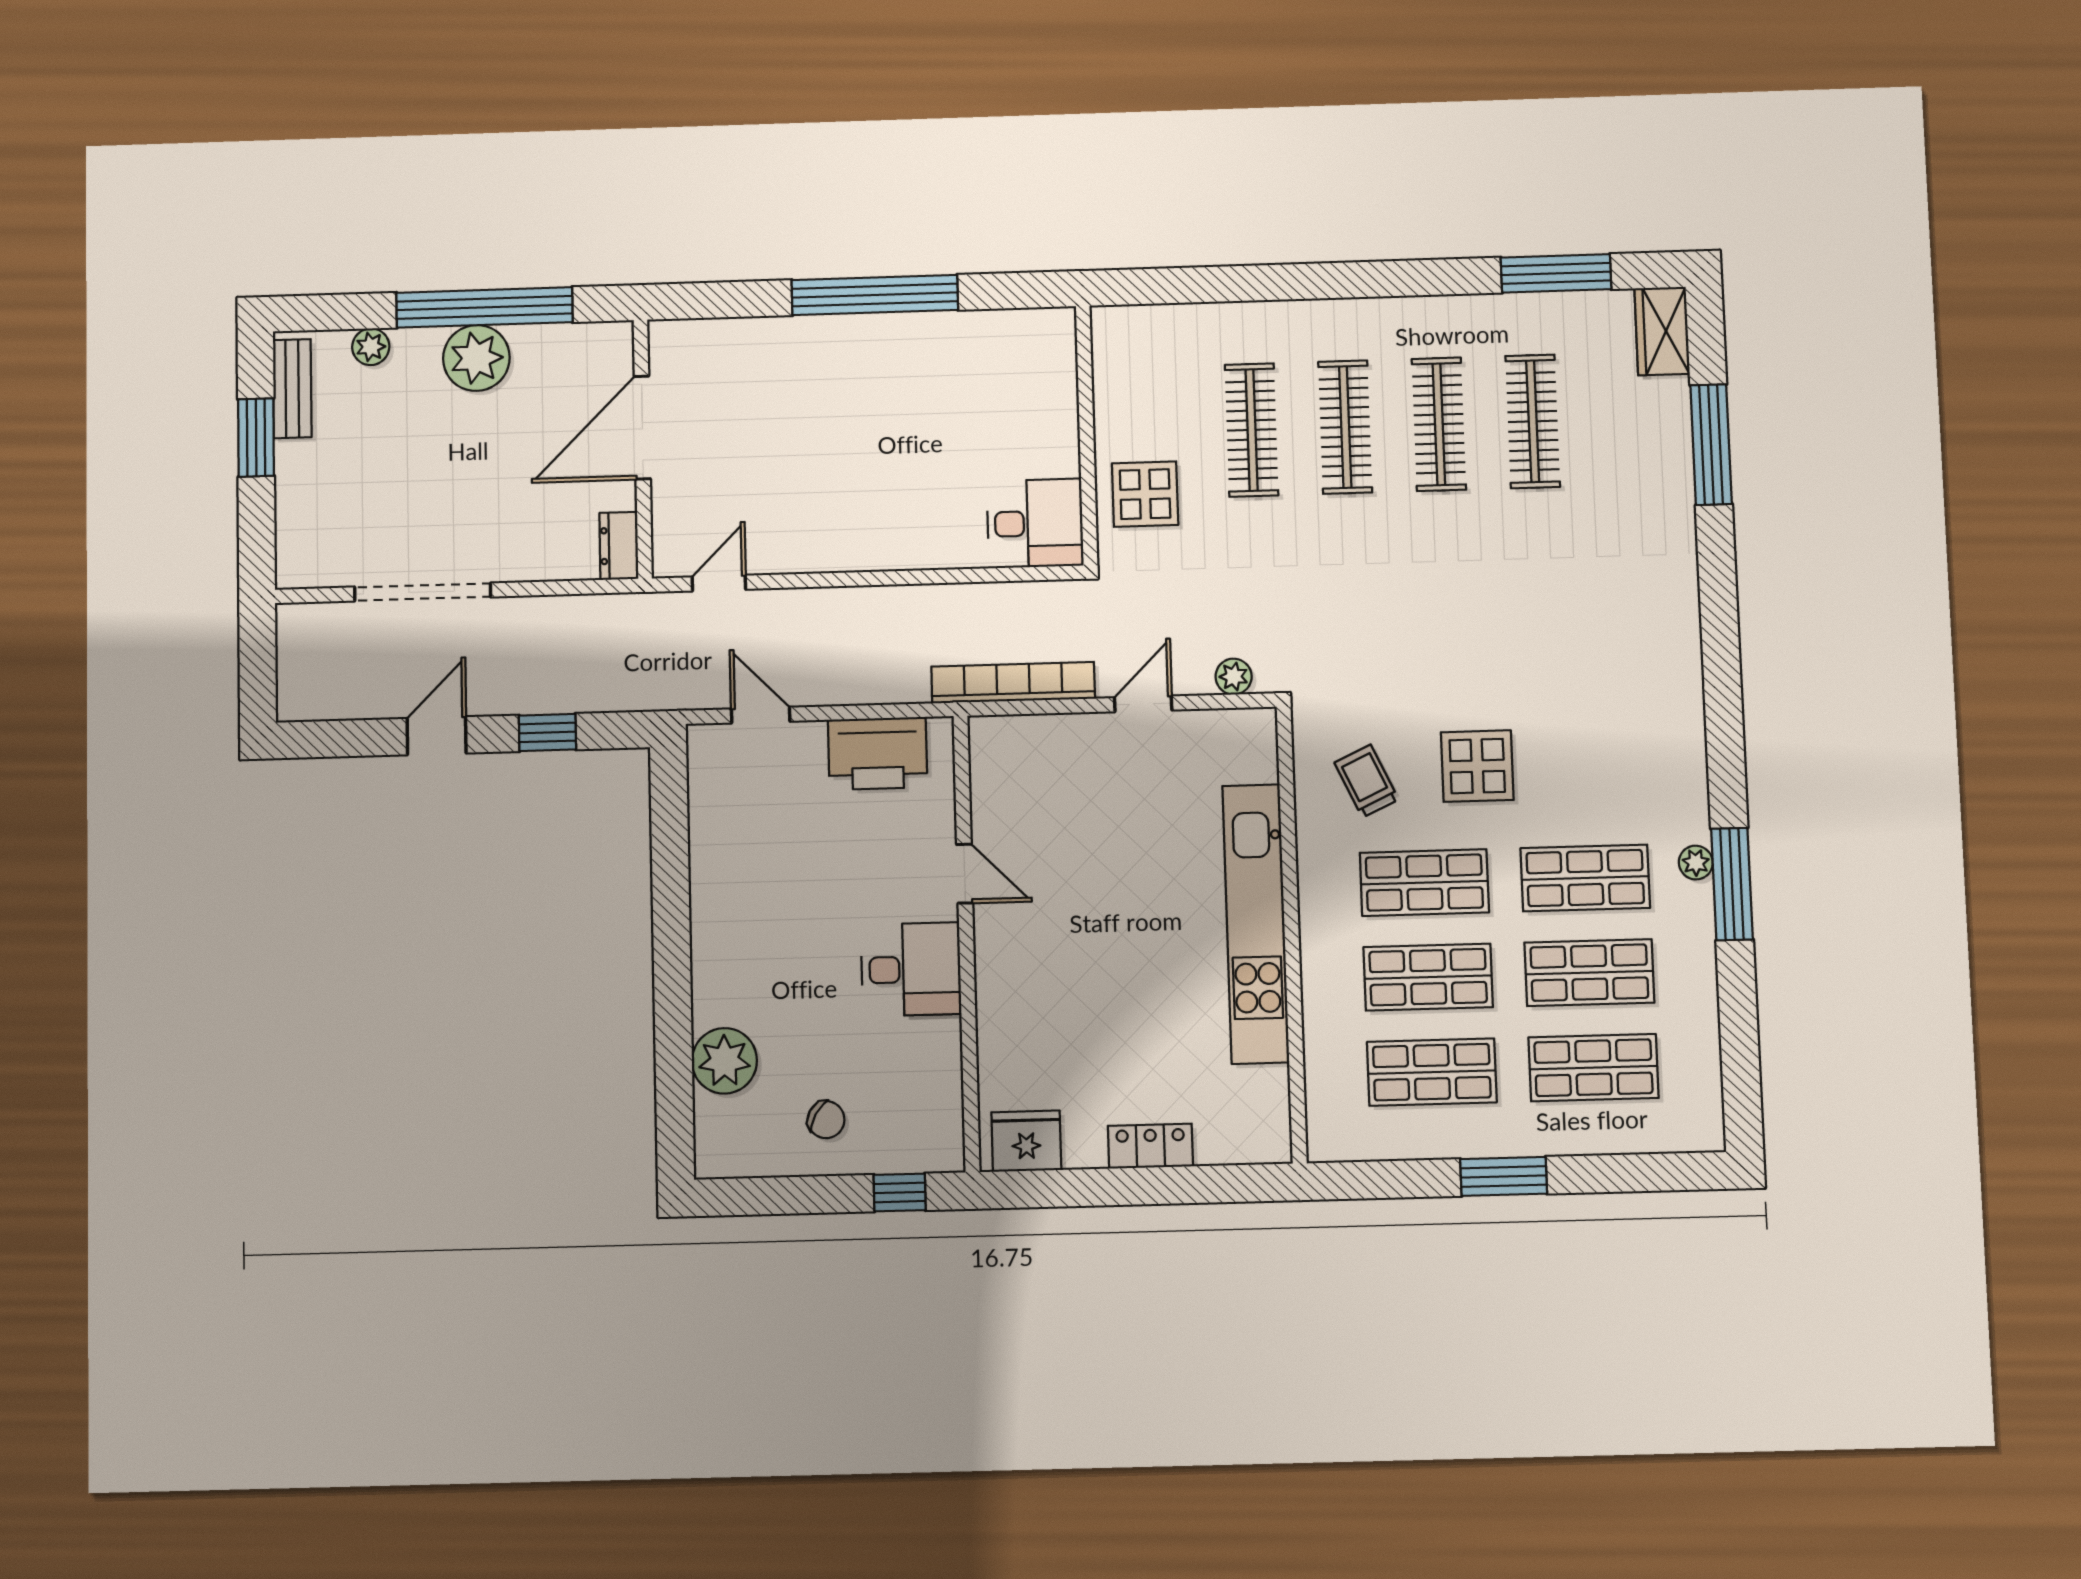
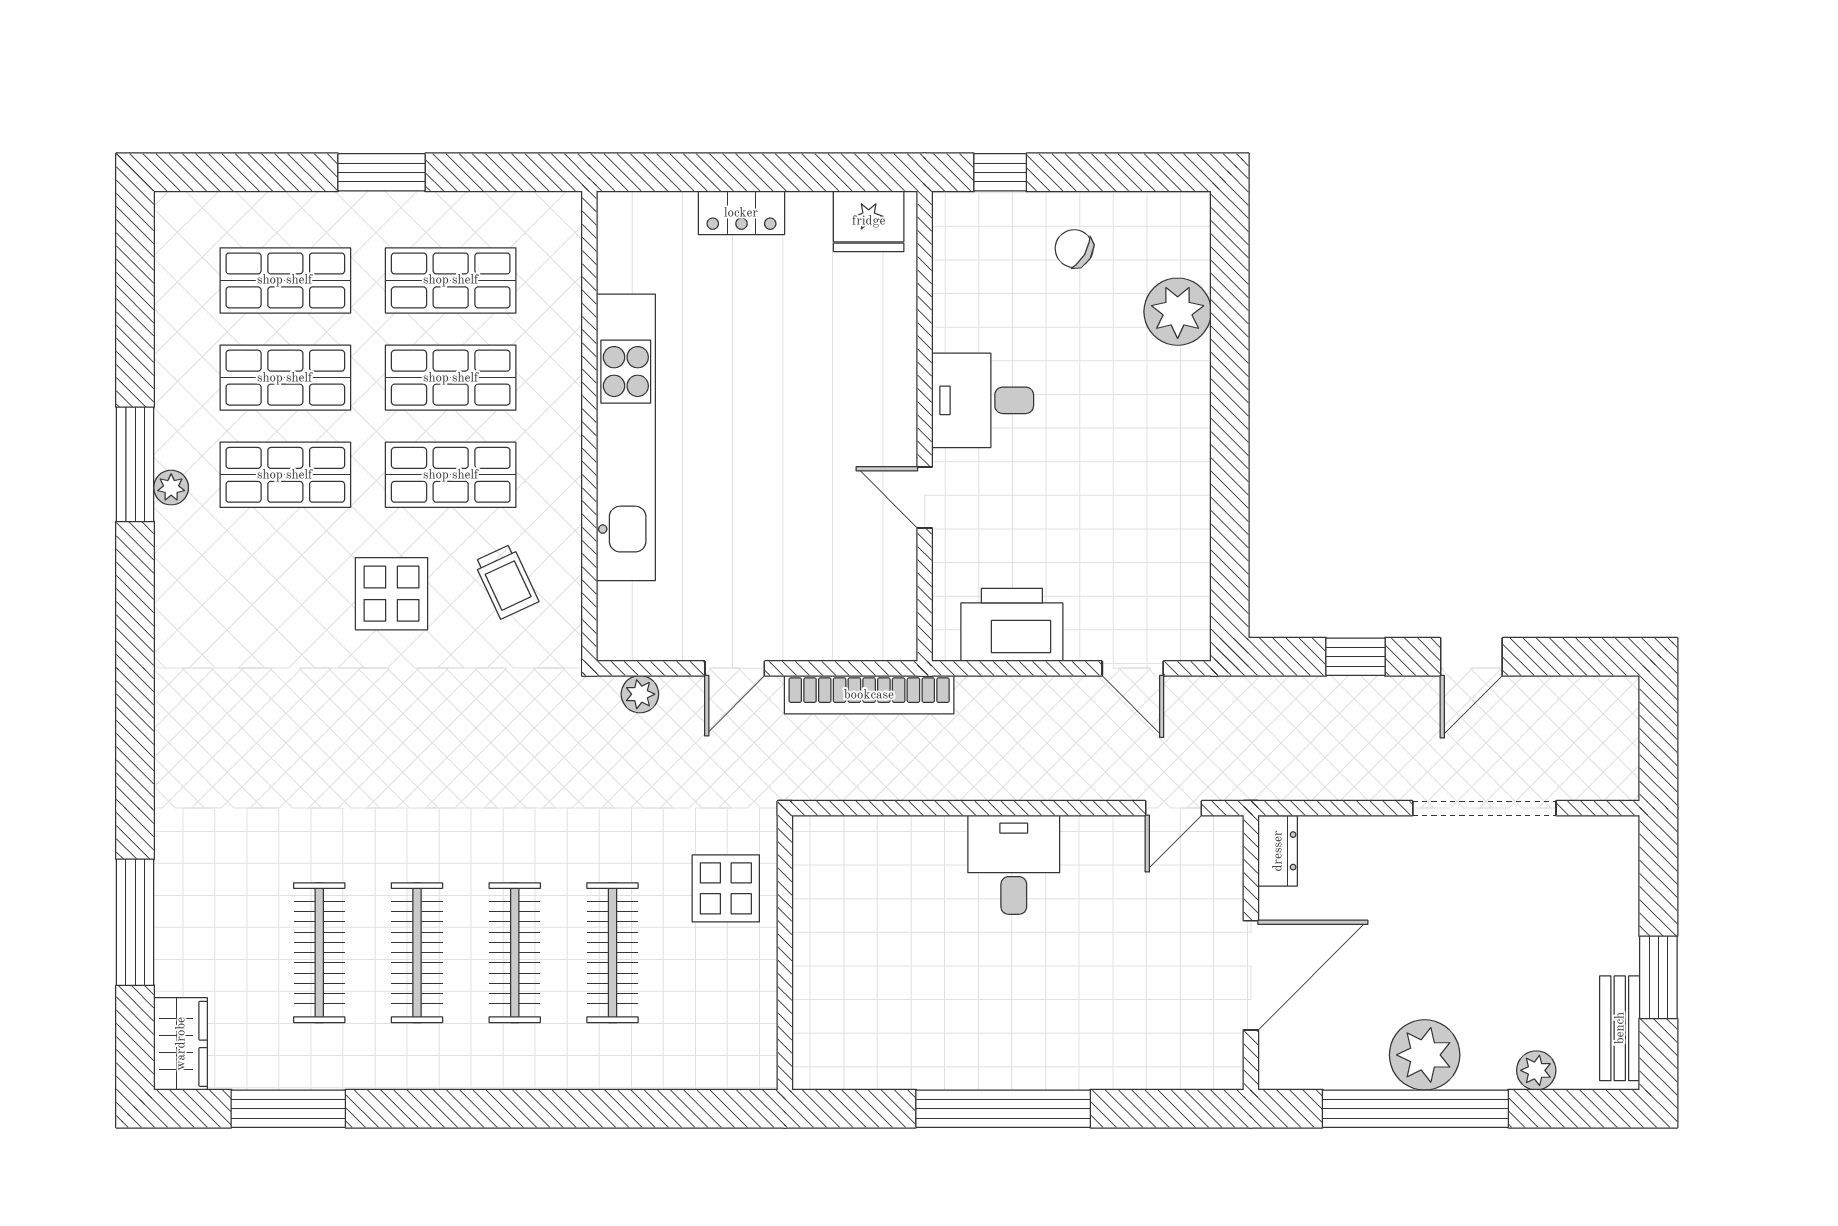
desk: (1035, 523) -> (1014, 865), moved, turned 90

